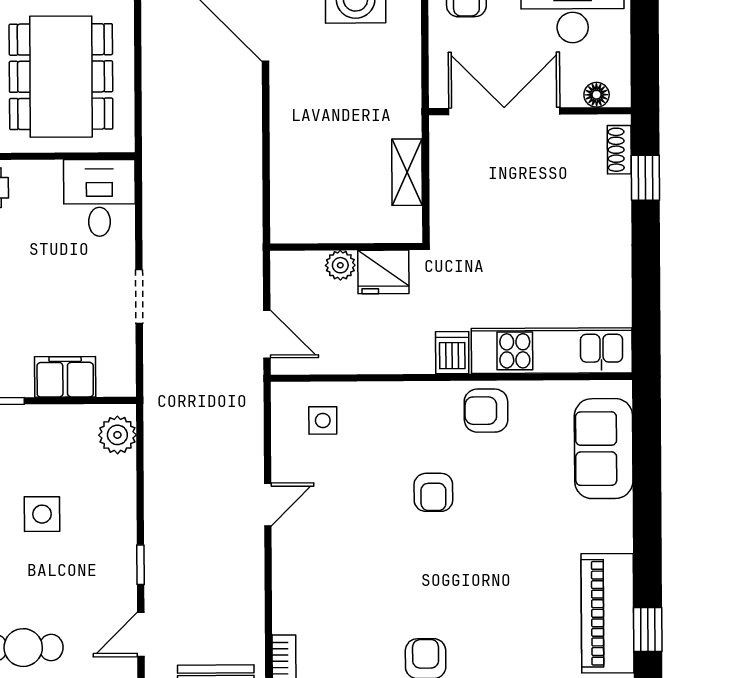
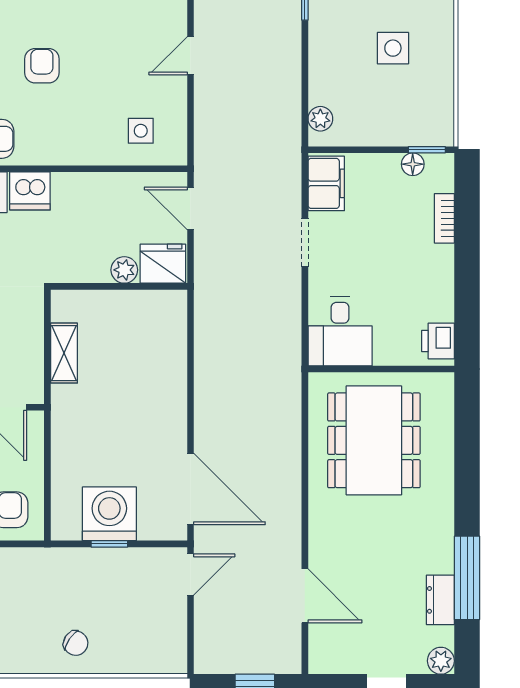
fridge: (383, 272) -> (163, 264), moved
dishwasher: (452, 353) -> (30, 191), width x1.38
filing cabinet: (65, 377) -> (326, 183), moved, turned -90
floor lamp: (19, 385) -> (413, 164), added
plant: (117, 435) -> (320, 119), width x0.73, depth x0.73

